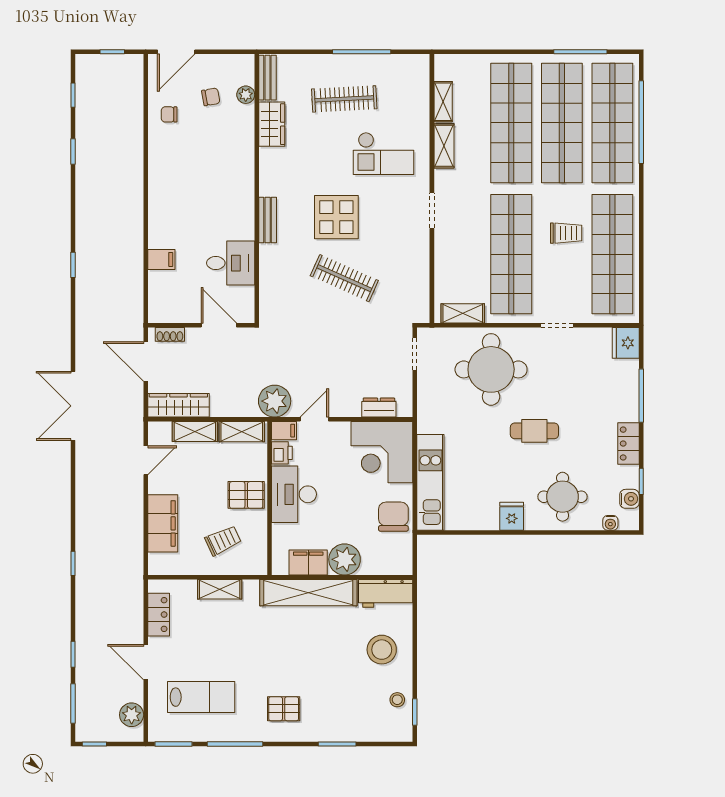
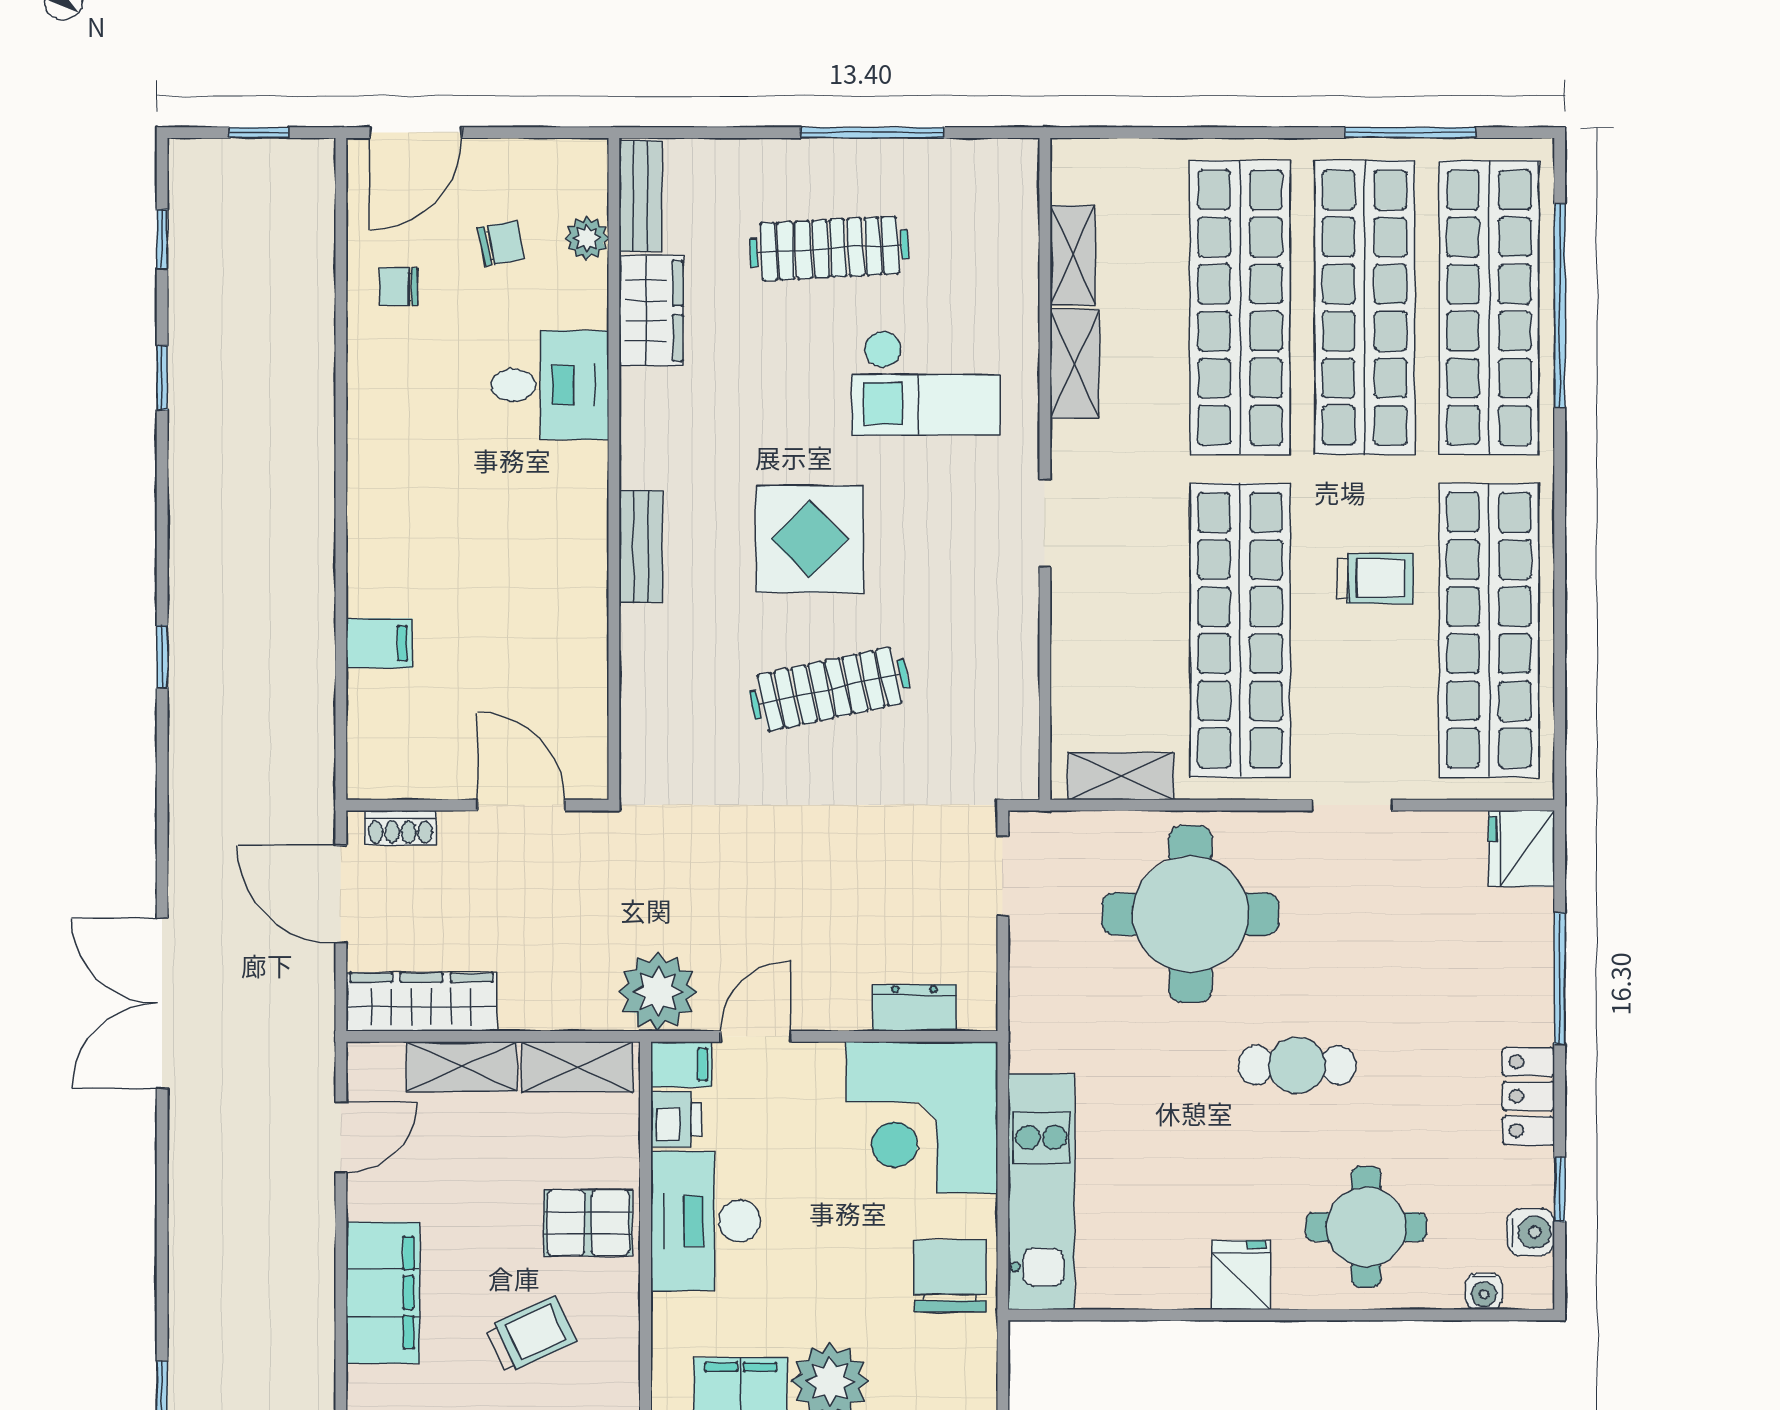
desk: (231, 263) -> (550, 385), moved
clothes rail: (344, 278) -> (829, 689), turned -36

